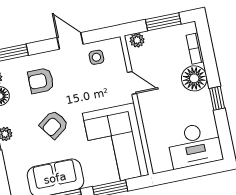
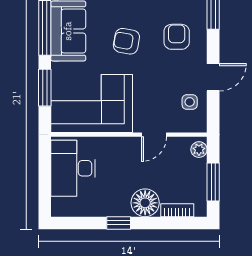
armchair: (54, 125) -> (126, 41), turned -44
desk: (195, 145) -> (73, 168), moved

